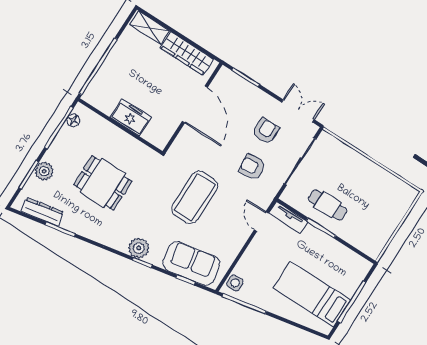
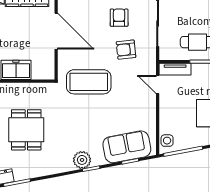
dining table: (103, 183) -> (26, 130), turned 90
coffee table: (195, 197) -> (89, 82), moved, turned 90

